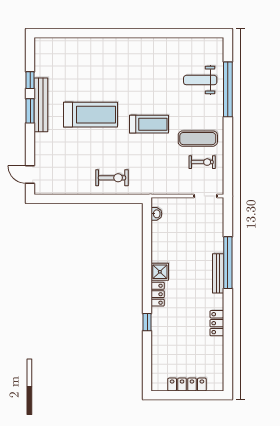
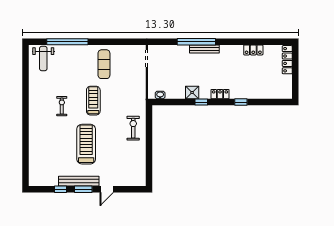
weight bench: (200, 80) -> (43, 58), moved
exercise bike: (202, 162) -> (62, 106), moved
door: (30, 175) -> (107, 189), moved
window: (147, 269) -> (201, 102), added
shower: (160, 272) -> (192, 92), moved
locker: (217, 323) -> (253, 50), moved
locker: (187, 385) -> (287, 60), moved

